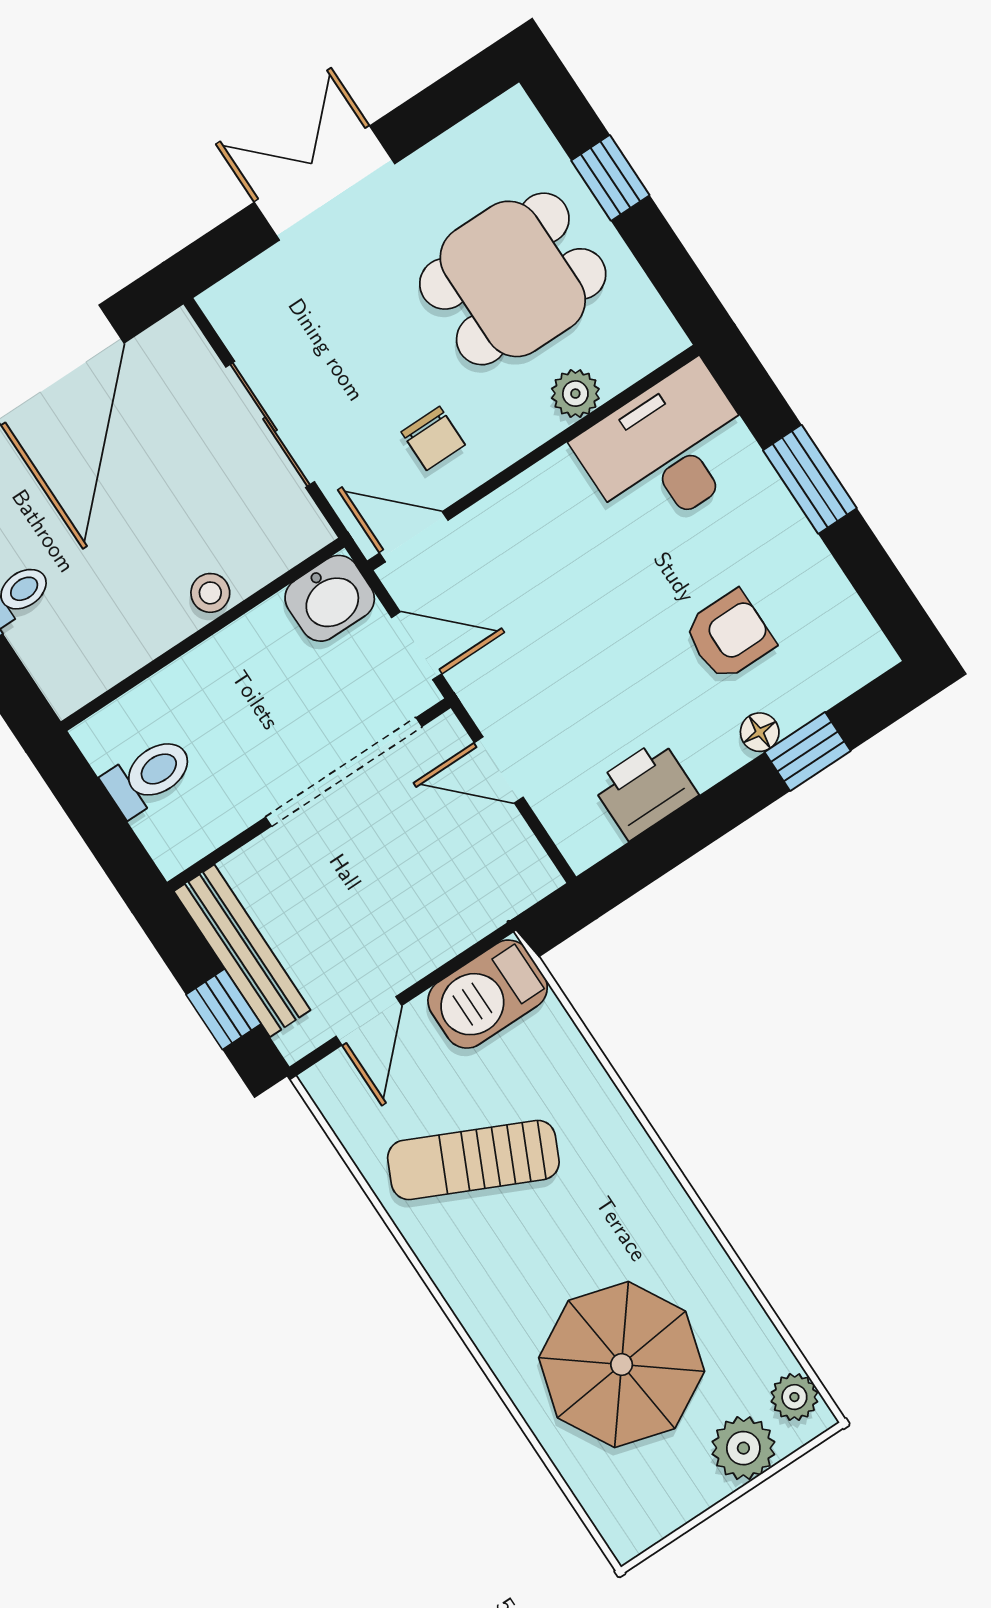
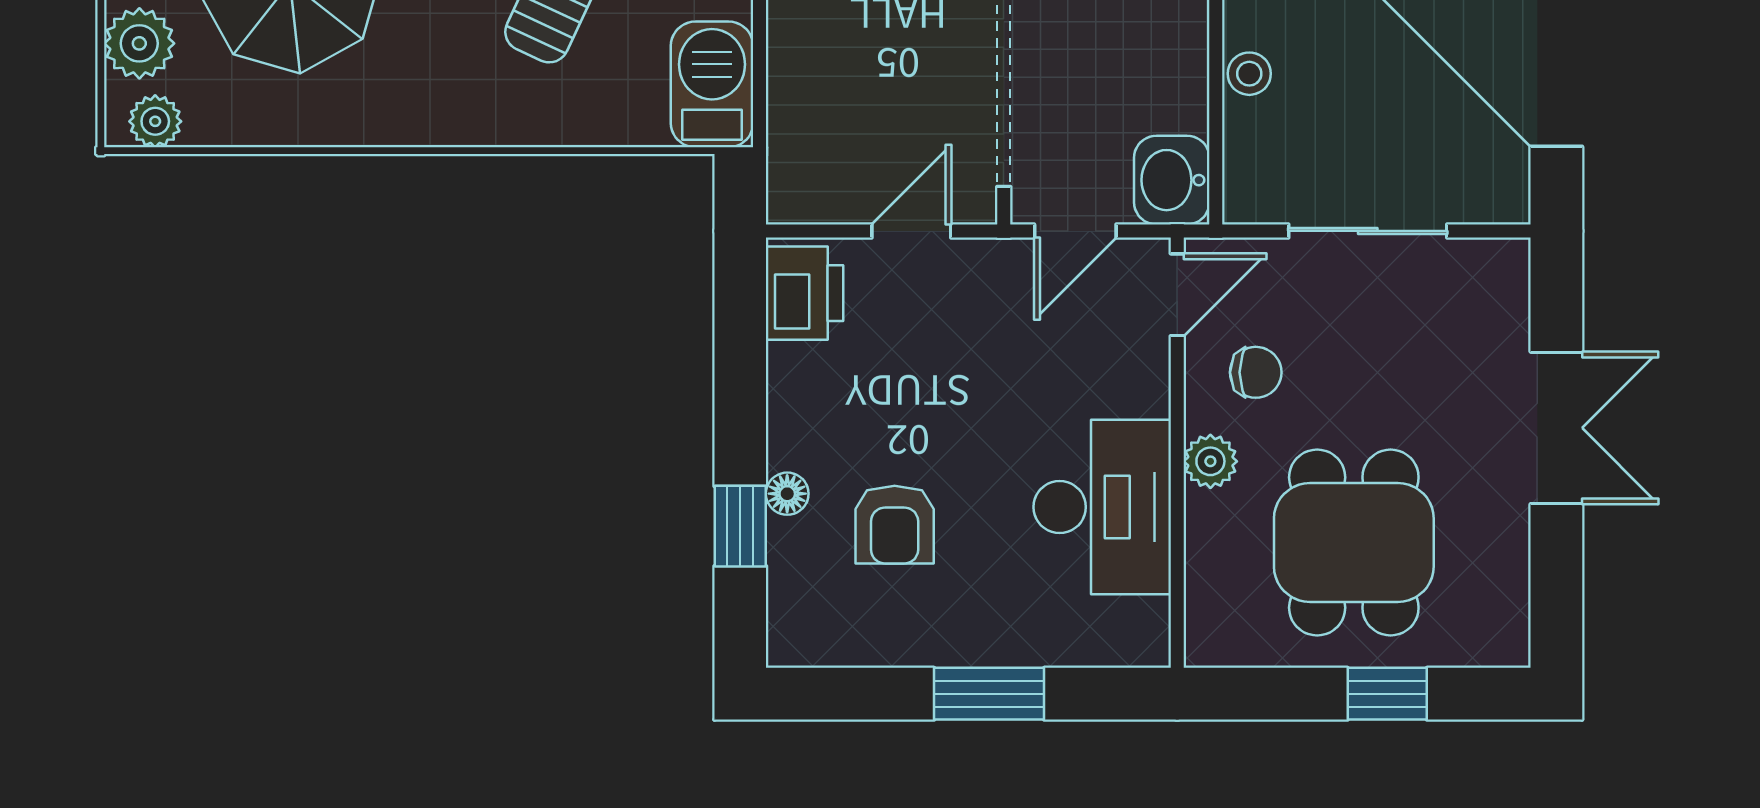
plant: (575, 394) -> (1210, 461), moved
chair: (433, 438) -> (1256, 372), turned 180
desk: (668, 450) -> (1102, 507), moved
printer: (645, 789) -> (805, 293), moved

